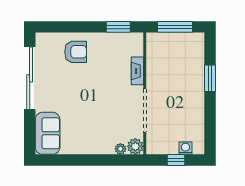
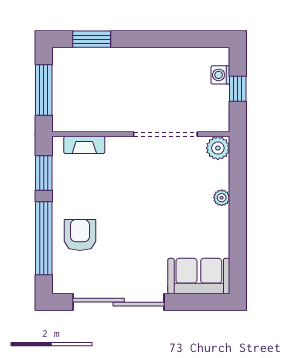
window: (73, 27) -> (44, 238), added
fireplace: (137, 71) -> (84, 145), moved
window: (210, 78) -> (92, 39), moved
plant: (120, 149) -> (222, 198), moved

